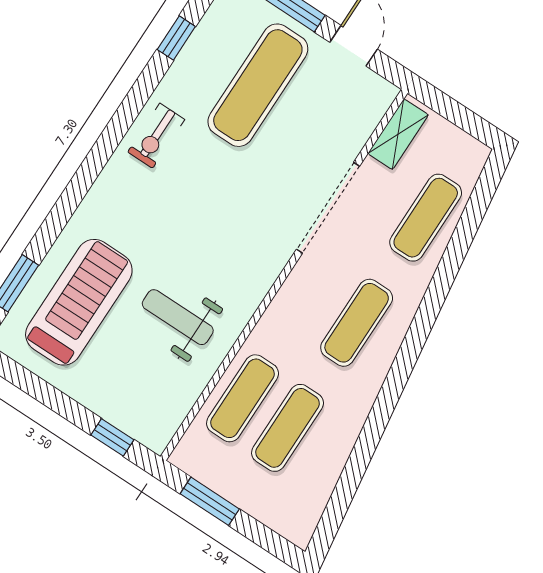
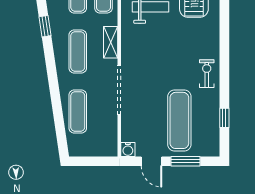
water cooler: (382, 93) -> (128, 150), added
shelving: (398, 134) -> (111, 42), moved
window: (385, 405) -> (45, 26), added

